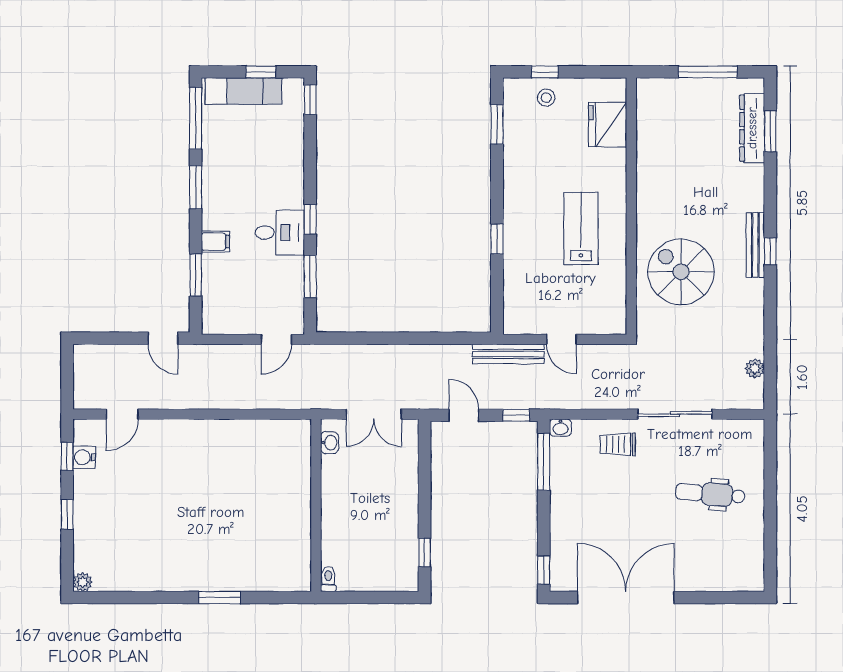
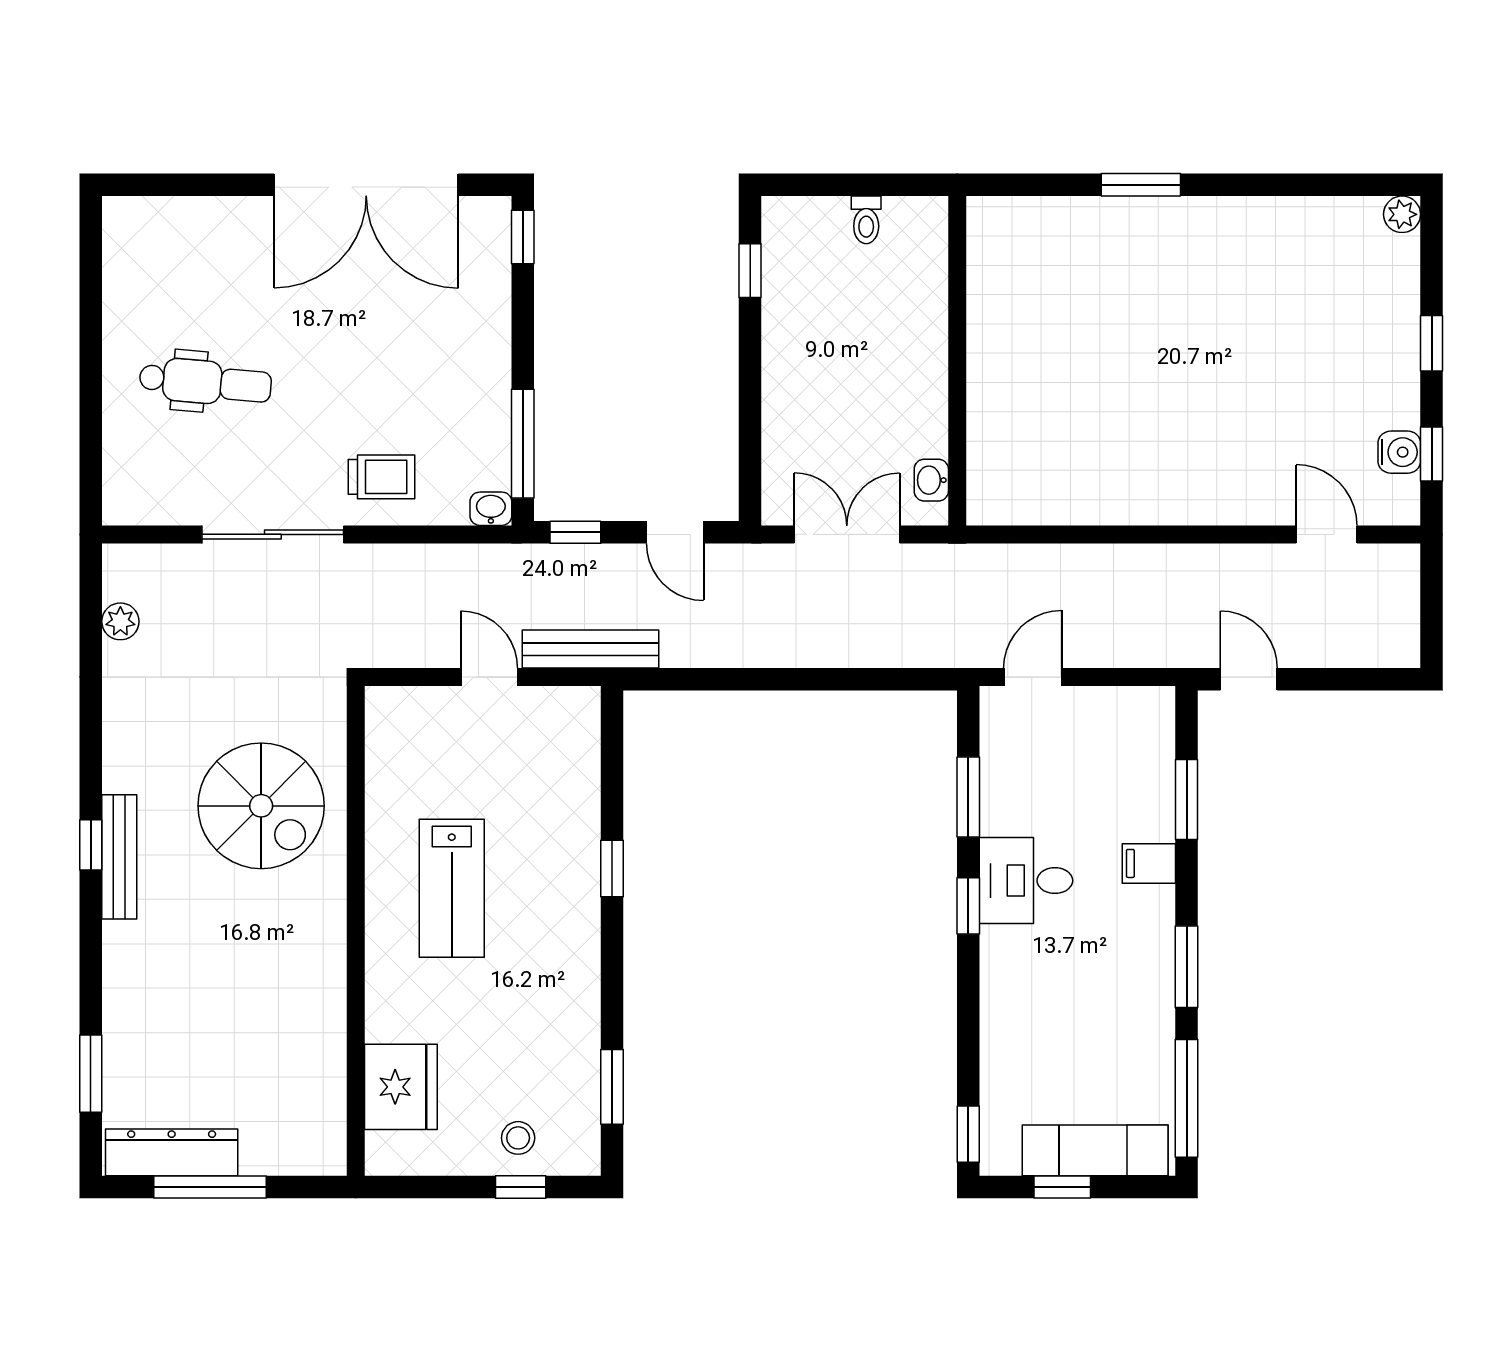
dresser: (752, 128) -> (172, 1152), moved, turned -90
door: (122, 414) -> (1327, 534), hinge flipped
toilet: (328, 579) -> (866, 220), moved

